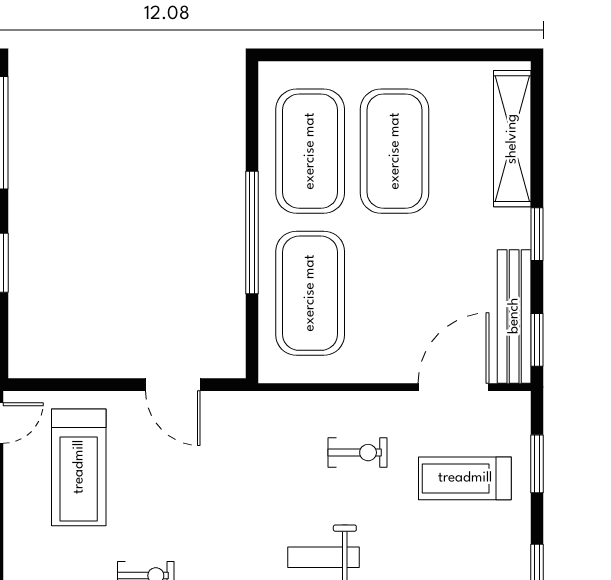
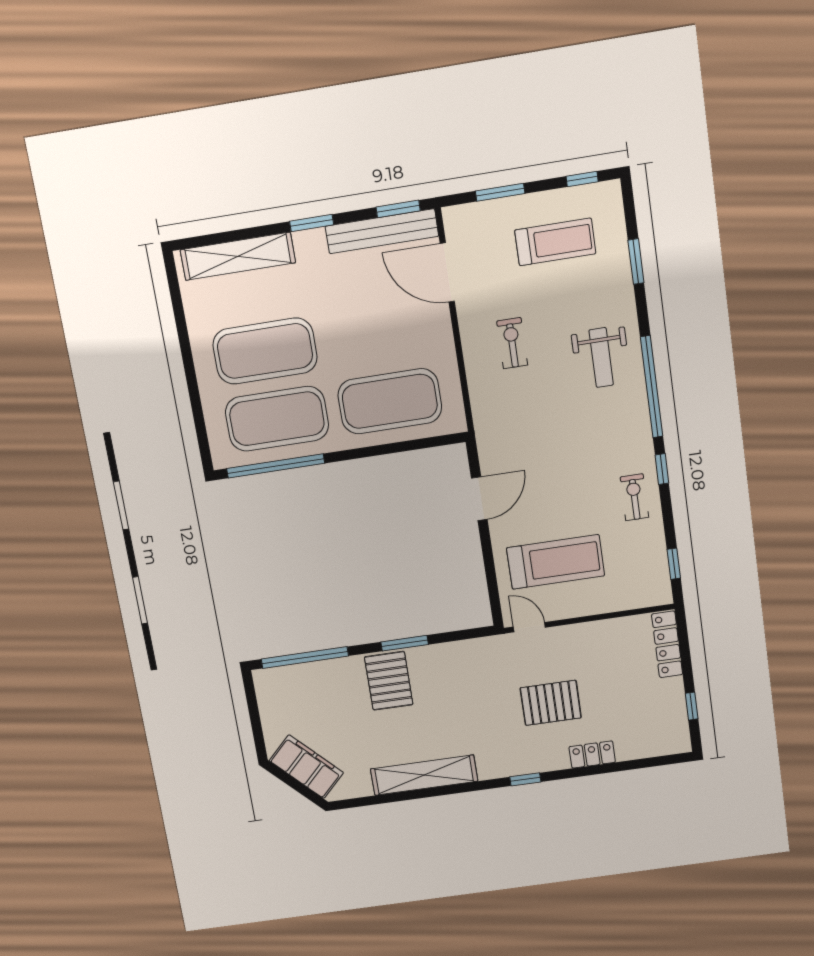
window: (252, 232) -> (276, 466), moved
treadmill: (465, 478) -> (555, 242), moved, turned -90

